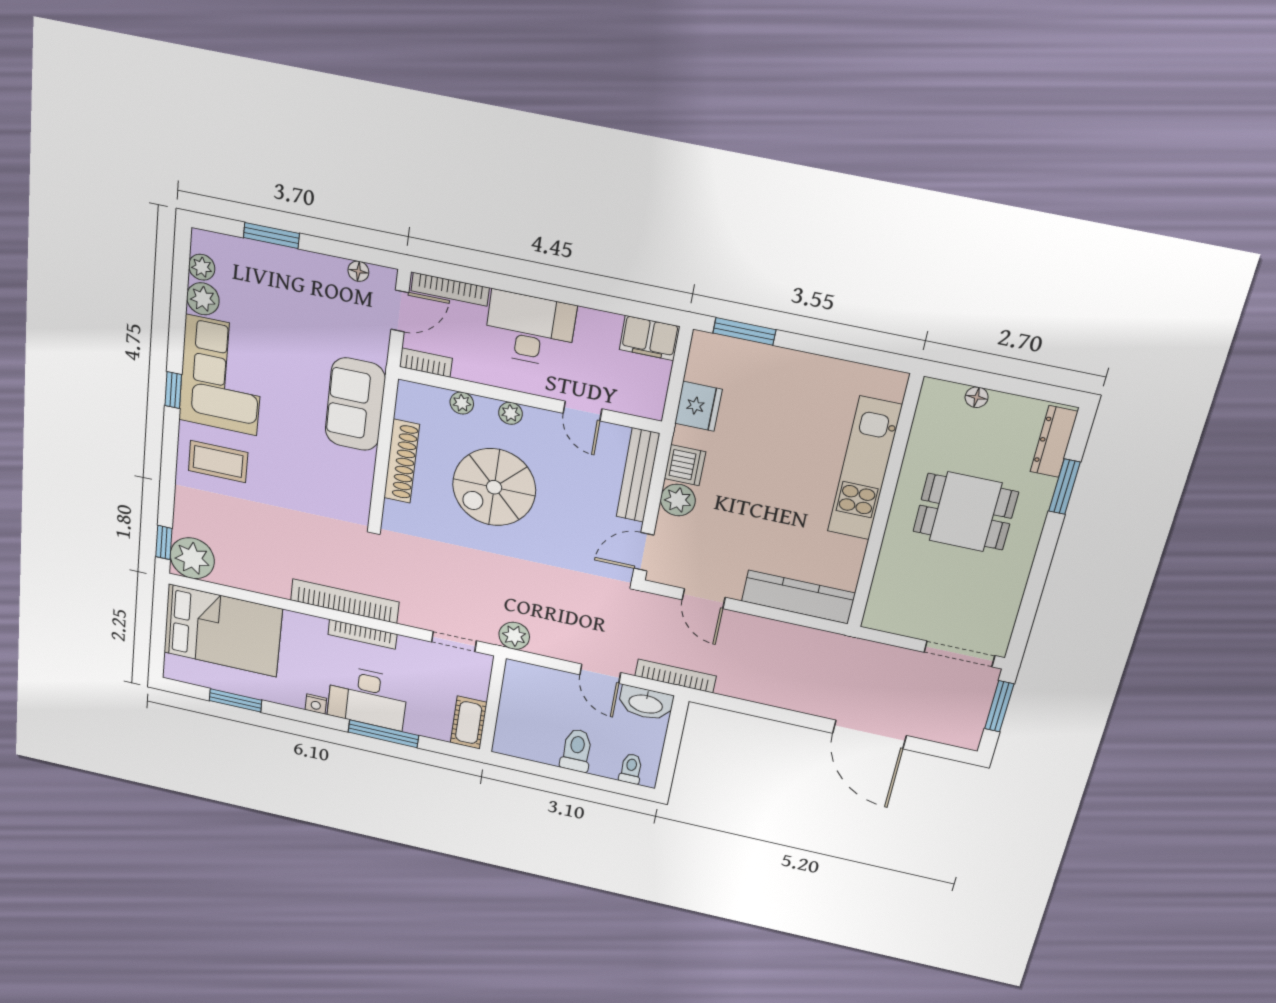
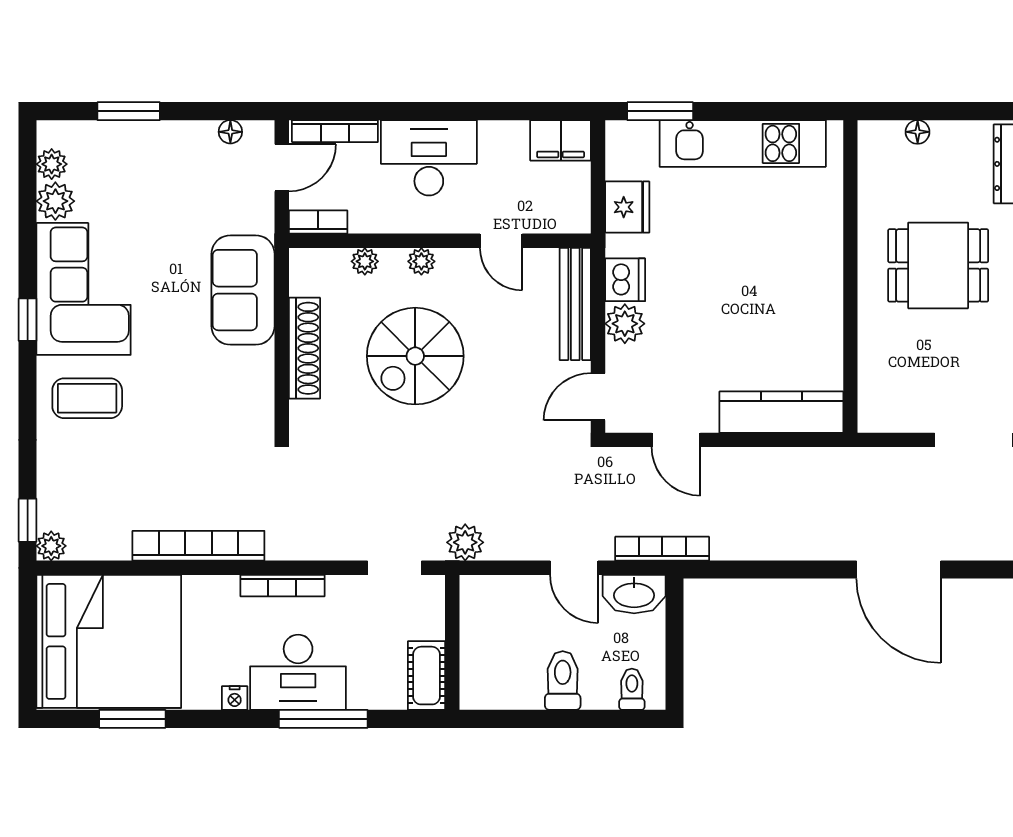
kitchen unit: (865, 469) -> (743, 143), moved, turned -90
plant: (192, 558) -> (51, 546), width x0.53, depth x0.53
bookcase: (345, 601) -> (198, 546), moved
bed: (223, 631) -> (109, 641), width x1.36

